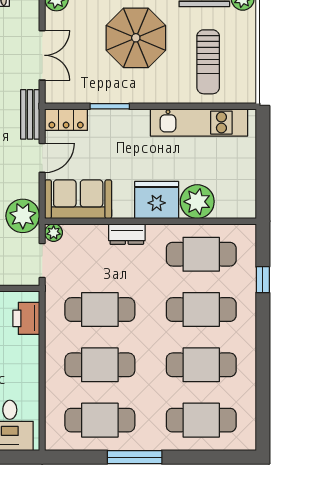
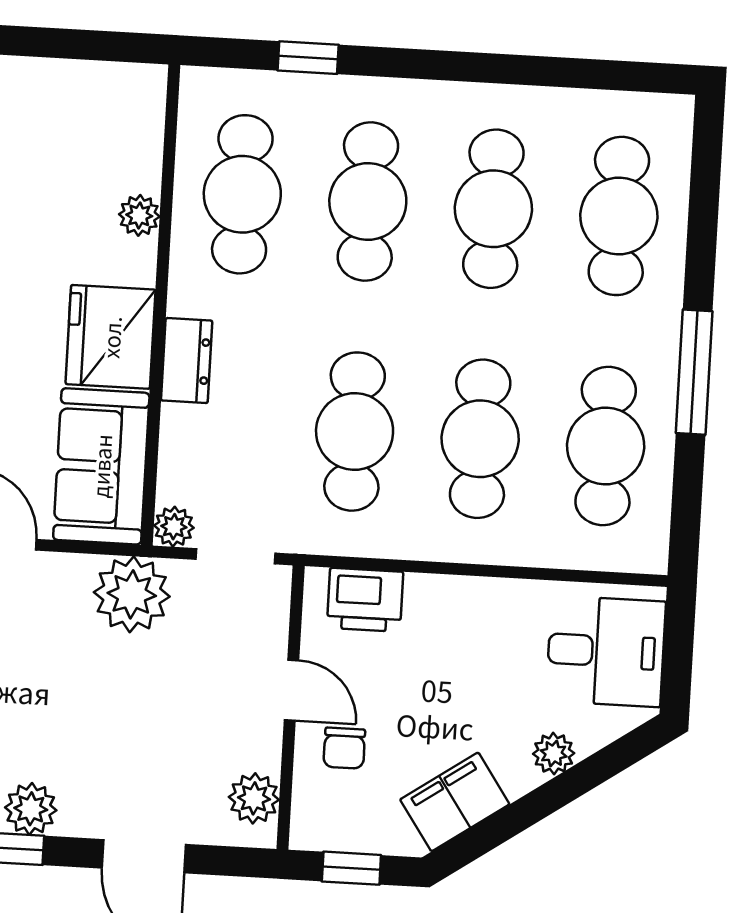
fridge: (157, 200) -> (111, 337), moved
plant: (197, 202) -> (139, 215), width x0.53, depth x0.53

